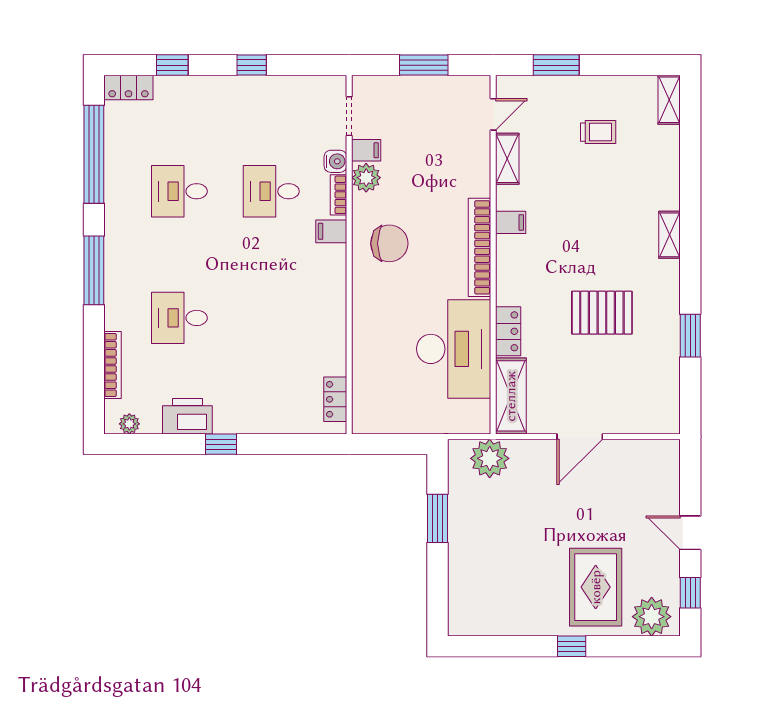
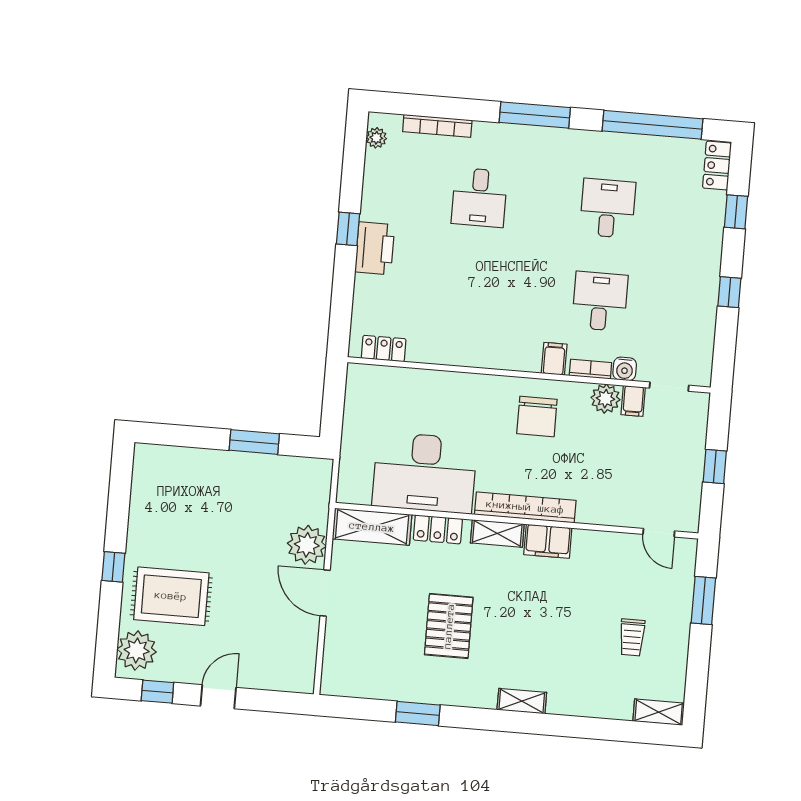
window: (424, 65) -> (715, 467), width x0.67
shelving: (507, 159) -> (497, 533), moved
filing cabinet: (511, 222) -> (548, 541), width x2.00
desk: (179, 318) -> (479, 197), turned 180
printer: (187, 416) -> (375, 248), moved
plant: (490, 458) -> (307, 545), moved

